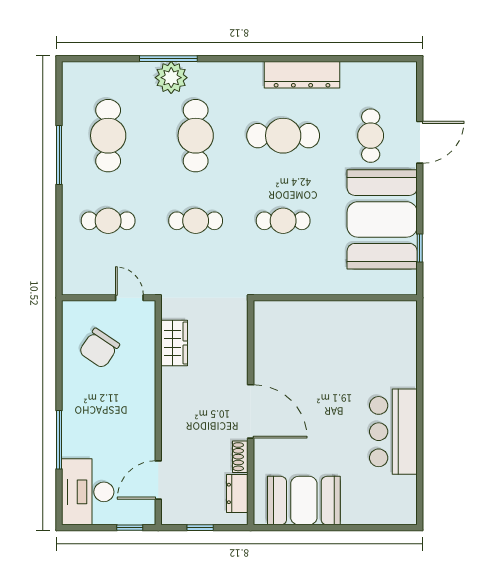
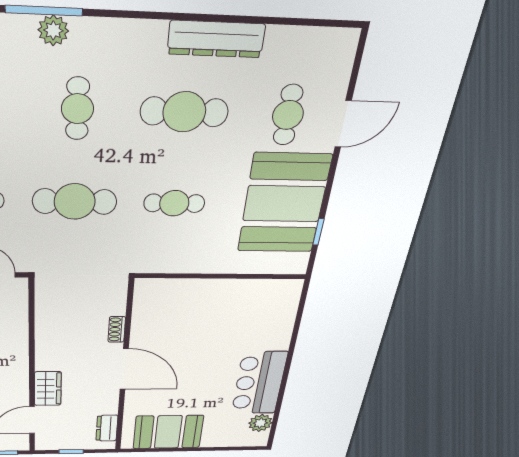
plant: (171, 78) -> (53, 30), width x0.73, depth x0.73
cafe table: (196, 136) -> (77, 109), width x0.73, depth x0.74
cafe table: (196, 221) -> (75, 202), width x1.37, depth x1.35
wardrobe: (174, 343) -> (48, 389), moved
shoe rack: (240, 457) -> (117, 329), moved
plant: (404, 489) -> (260, 423), added

